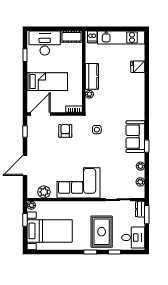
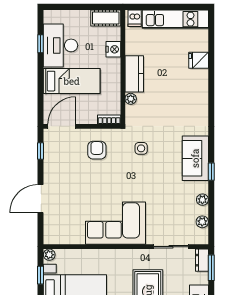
desk: (45, 43) -> (60, 45), moved, turned -90
nightstand: (77, 59) -> (113, 49), added
plant: (44, 192) -> (67, 236), removed

